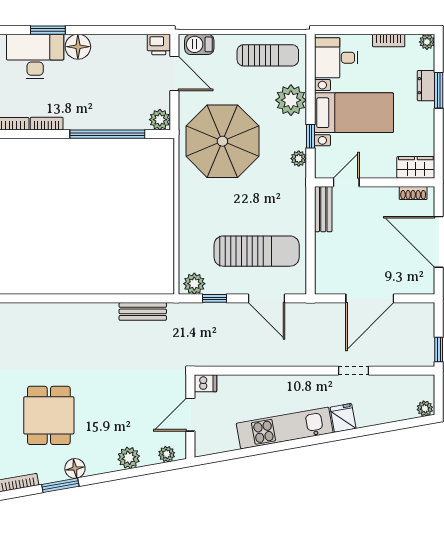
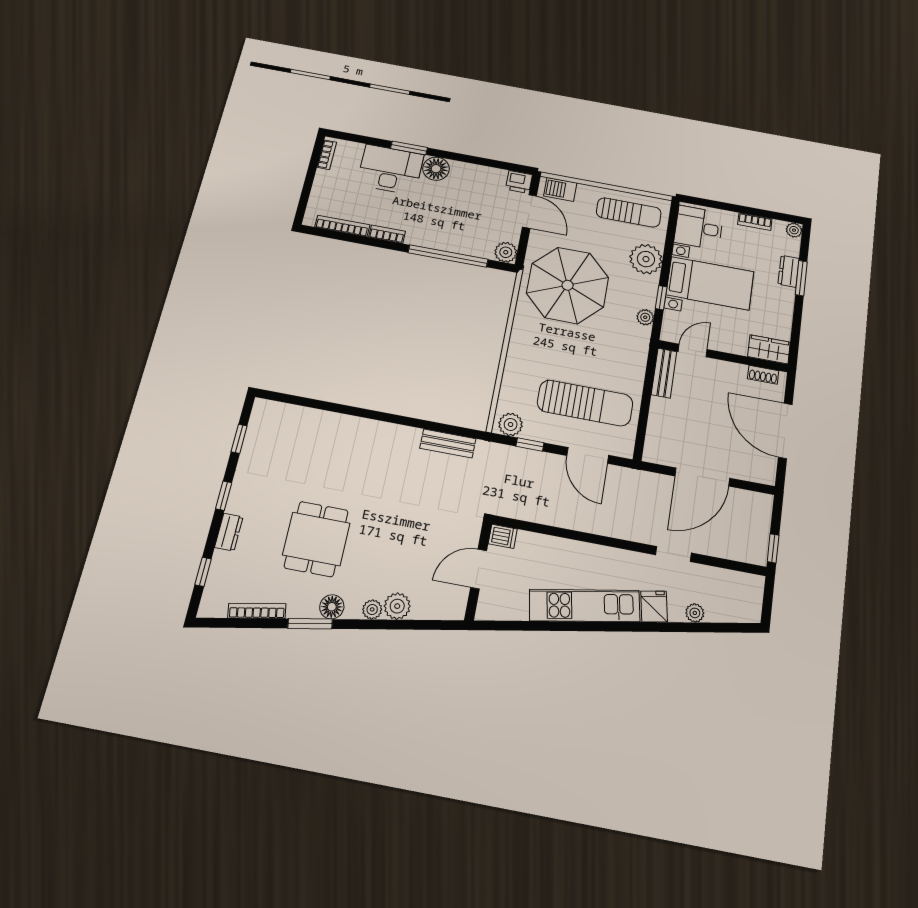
plant: (425, 408) -> (695, 613), moved
plant: (167, 454) -> (372, 609), moved

